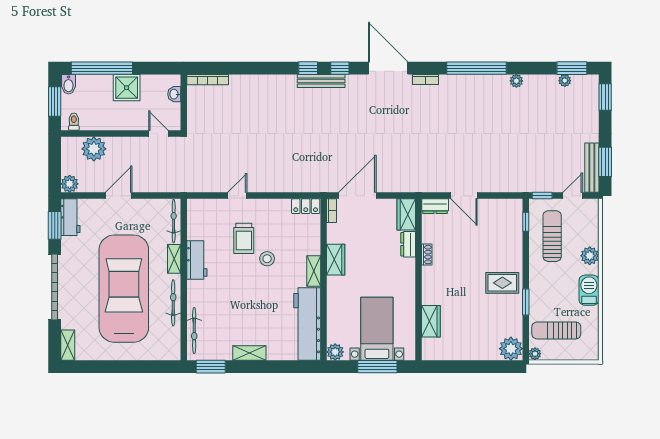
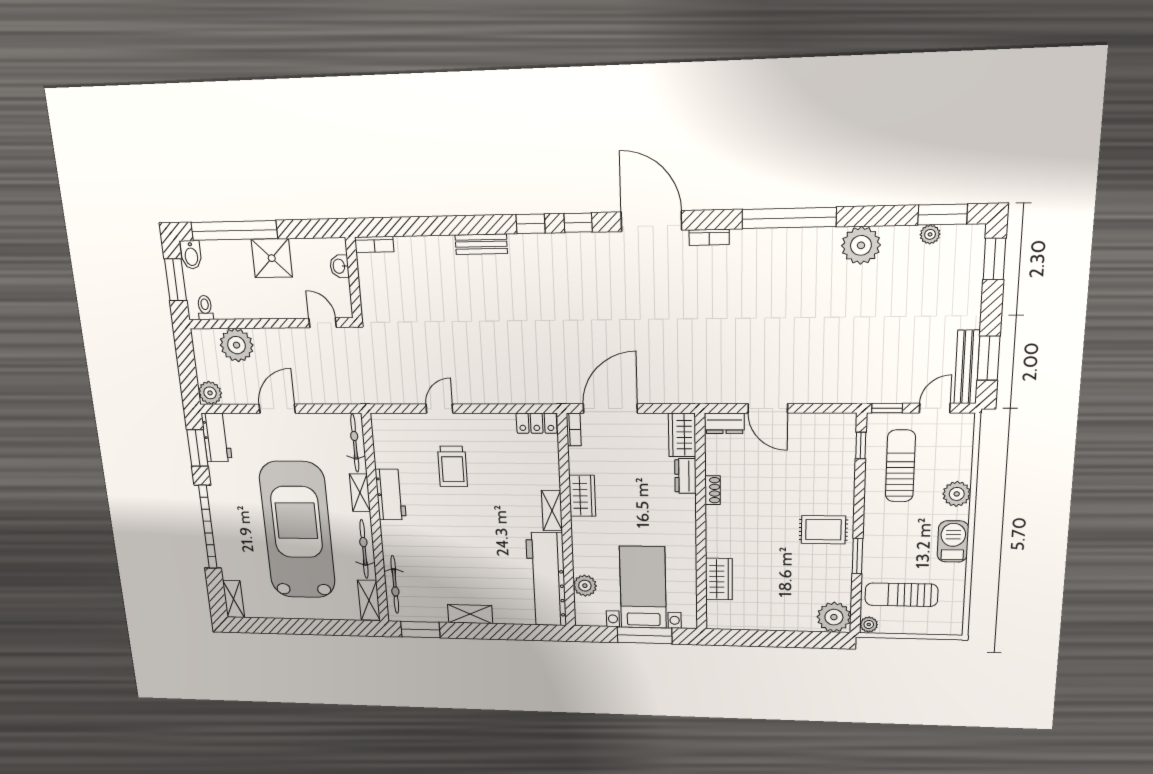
bookcase: (208, 80) -> (374, 244), width x0.64
bench: (321, 81) -> (481, 244), moved, width x0.73
plant: (516, 81) -> (861, 245), width x1.87, depth x1.87
stool: (267, 259) -> (486, 494), removed
shelving: (173, 344) -> (369, 600), added
plant: (335, 352) -> (585, 586), moved

